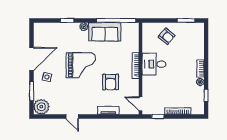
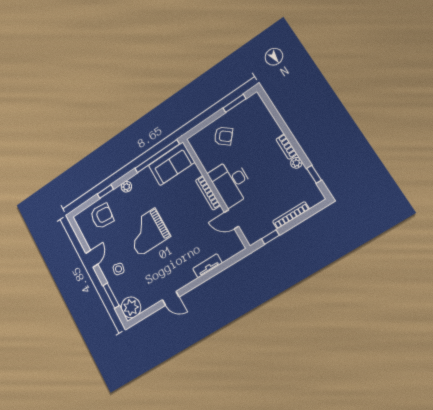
sofa: (105, 32) -> (172, 164), moved
door: (32, 59) -> (92, 259), width x0.53
desk: (154, 64) -> (231, 182), width x1.37
grand piano: (81, 65) -> (147, 232), turned 180
armchair: (111, 82) -> (102, 216), moved, turned -84
door: (141, 104) -> (231, 219), moved

